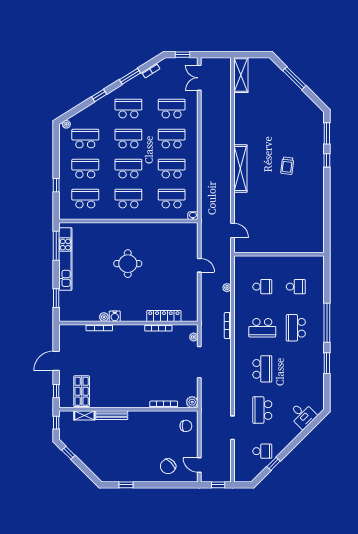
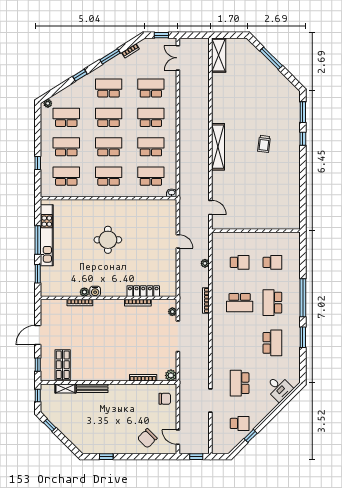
window: (56, 246) -> (38, 240), moved
school desk: (262, 369) -> (272, 343), moved

